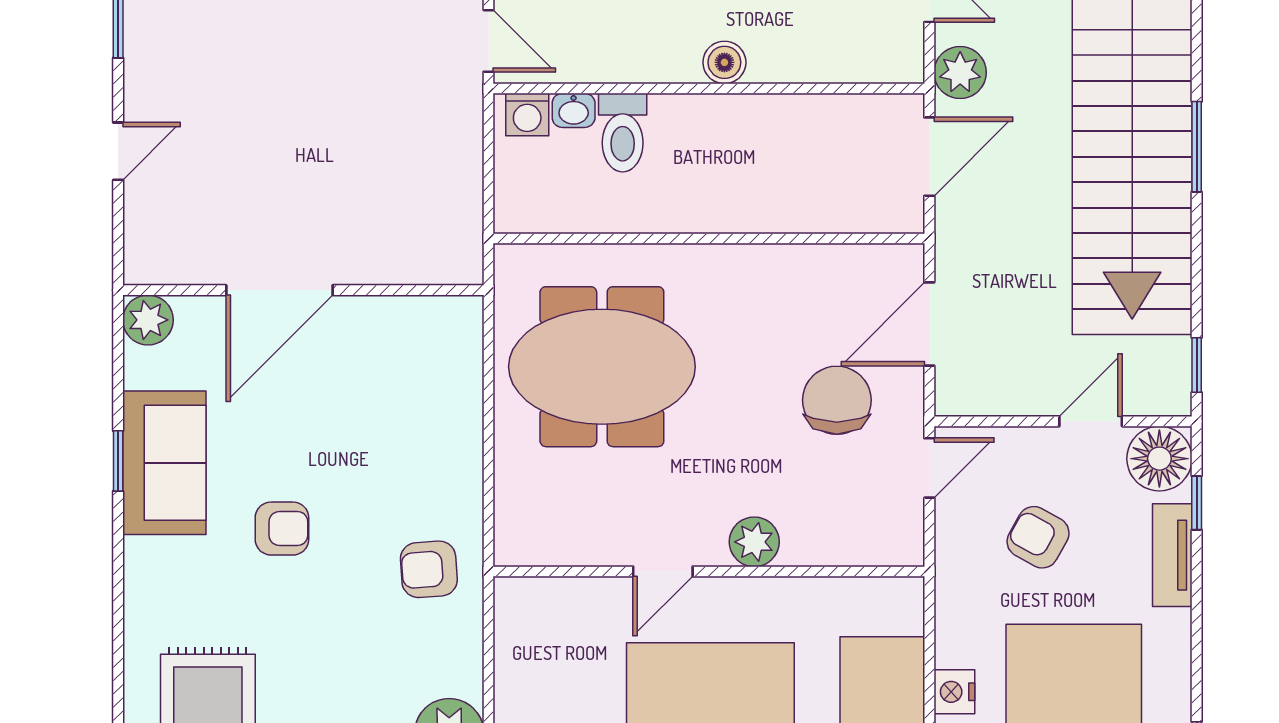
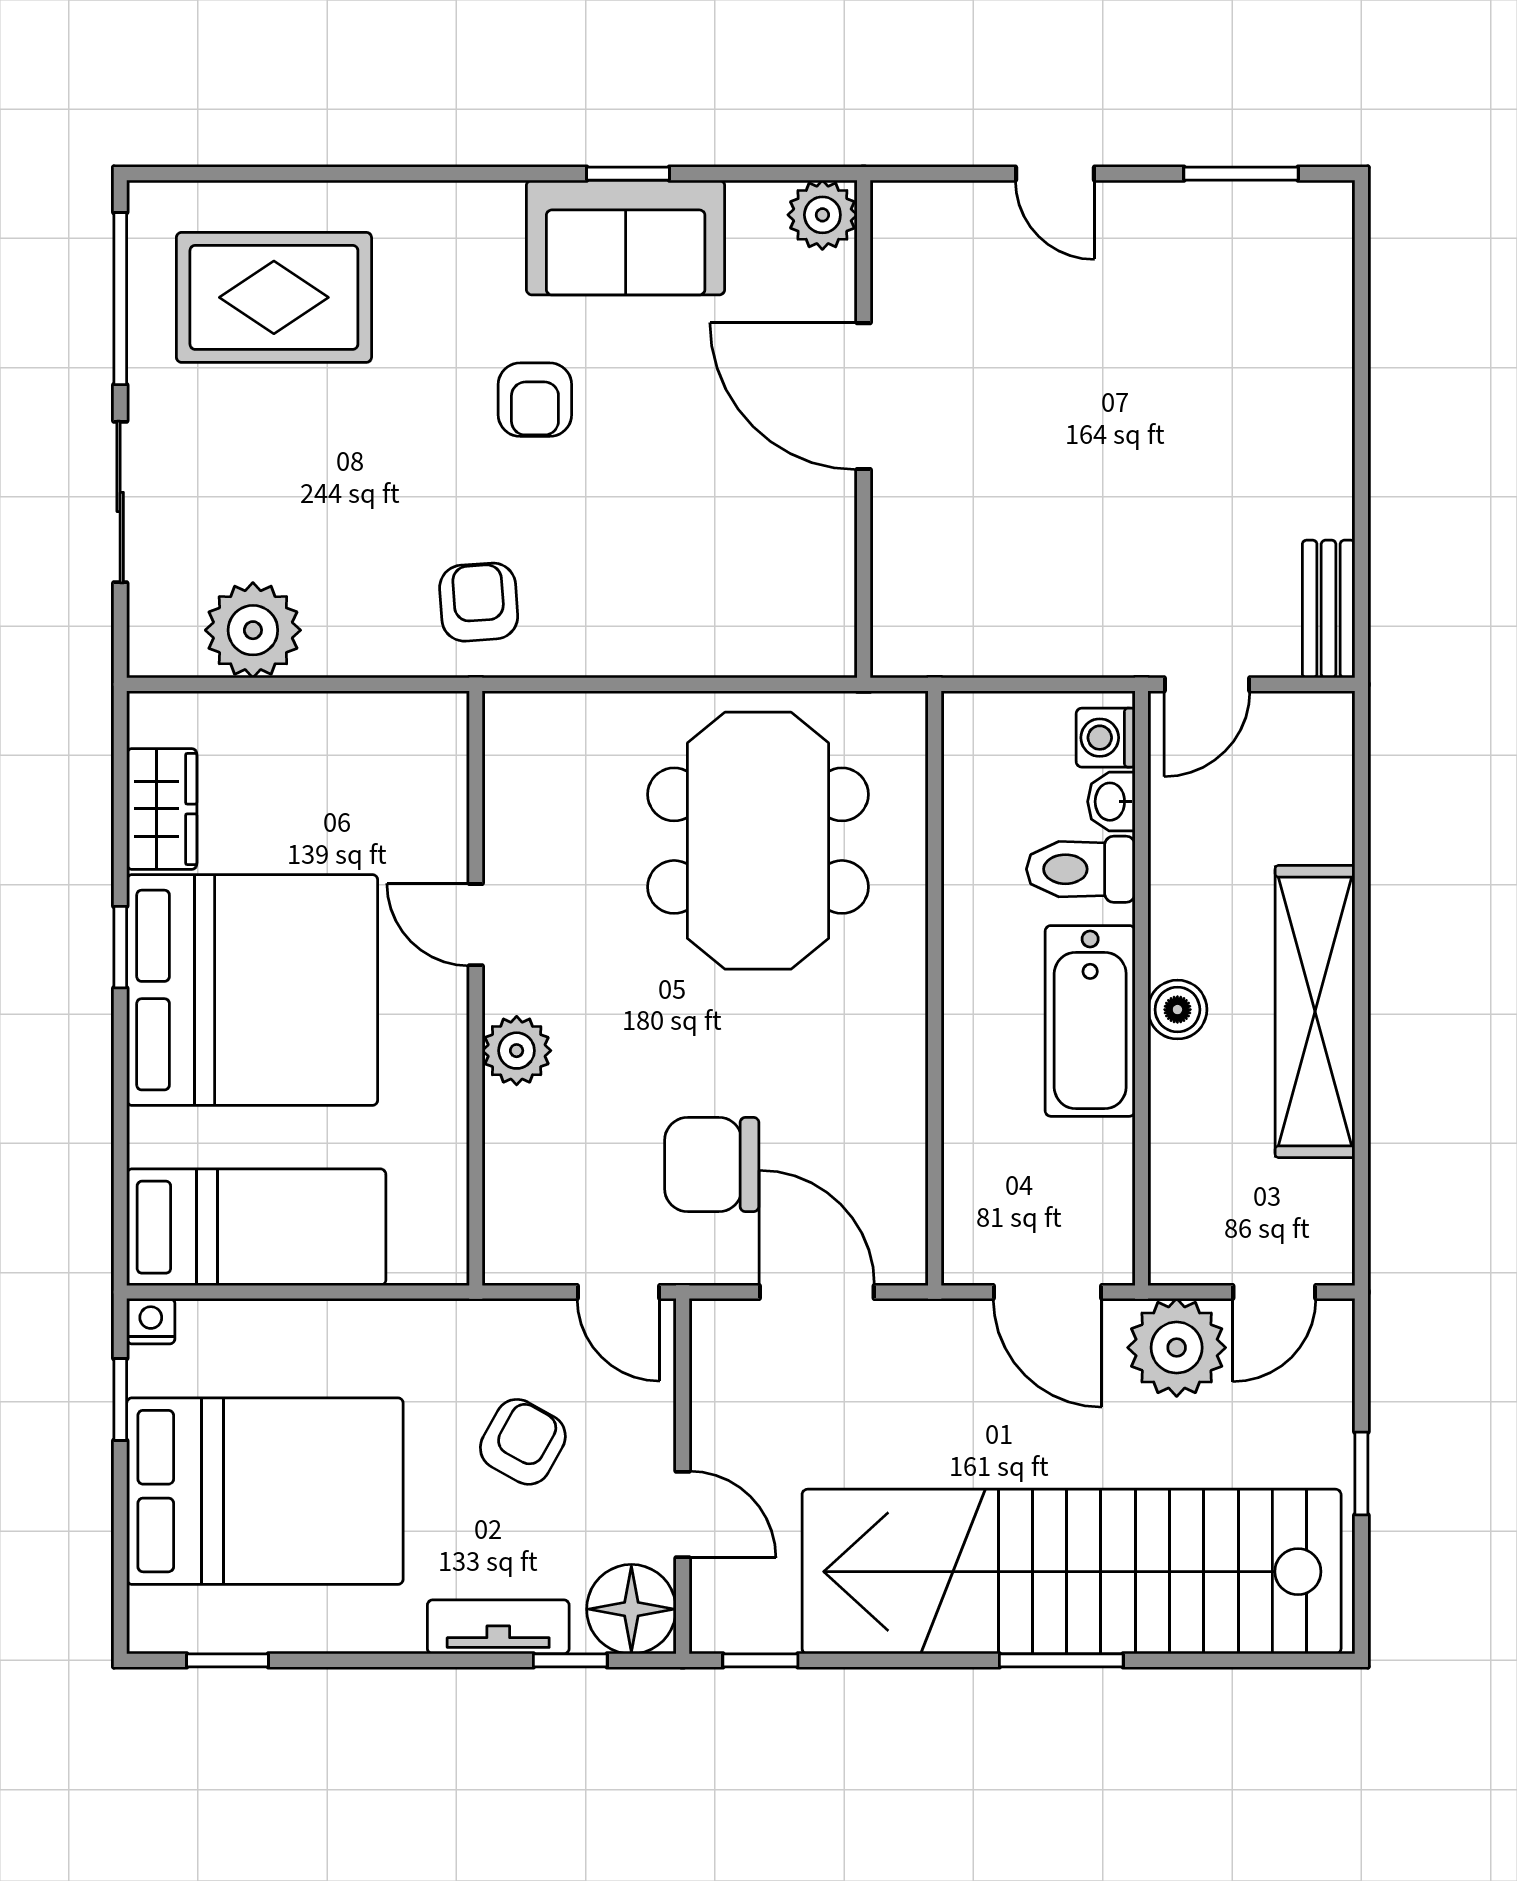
plant: (960, 73) -> (1177, 1348), width x1.36, depth x1.36
bathtub: (733, 126) -> (1090, 1021), added
chair: (837, 400) -> (712, 1165), turned 180
nightstand: (954, 692) -> (310, 1326), removed

